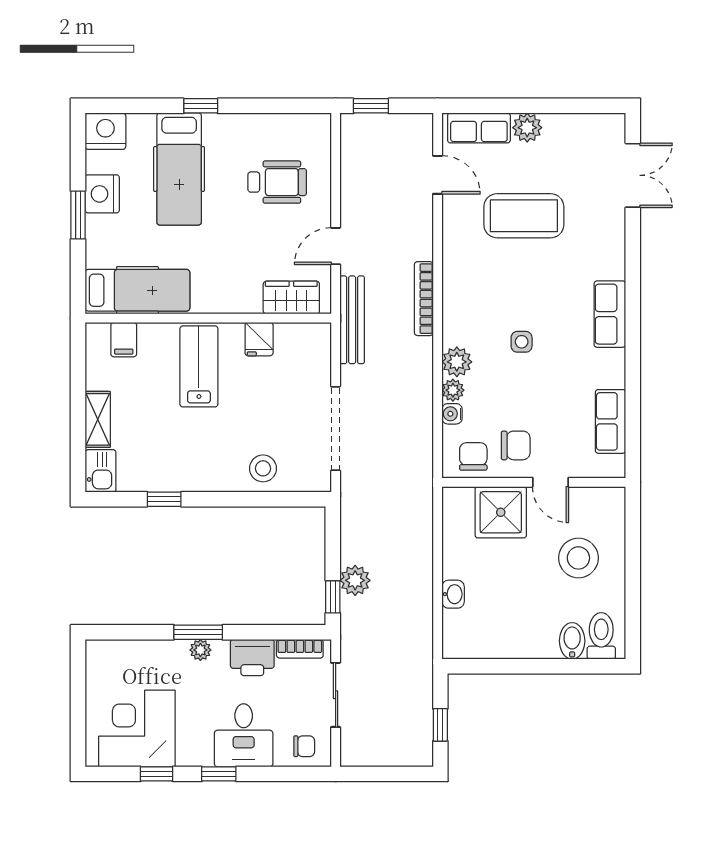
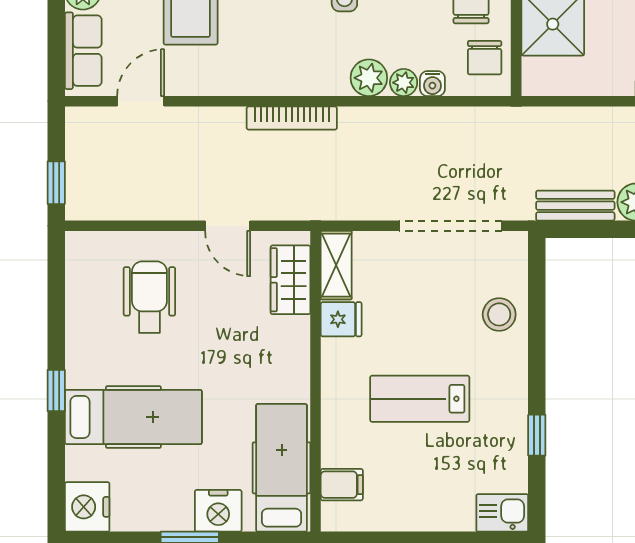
nightstand: (102, 194) -> (218, 511), moved
bench: (352, 320) -> (575, 206), moved, width x0.73
lab bench: (199, 366) -> (420, 399), moved
shelving: (98, 419) -> (336, 265), moved, turned 90
chair: (473, 456) -> (485, 58), turned -90

